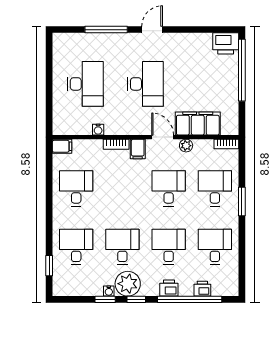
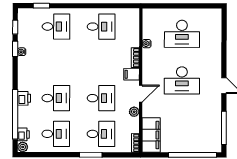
window: (106, 30) -> (224, 128), moved
printer: (226, 43) -> (213, 142), removed
filing cabinet: (198, 124) -> (151, 135), moved
filing cabinet: (62, 146) -> (134, 16), removed
desk: (122, 247) -> (56, 62), removed
plant: (128, 284) -> (23, 147), moved, width x0.53, depth x0.53
printer: (202, 289) -> (23, 134), moved
window: (136, 299) -> (15, 27), moved

